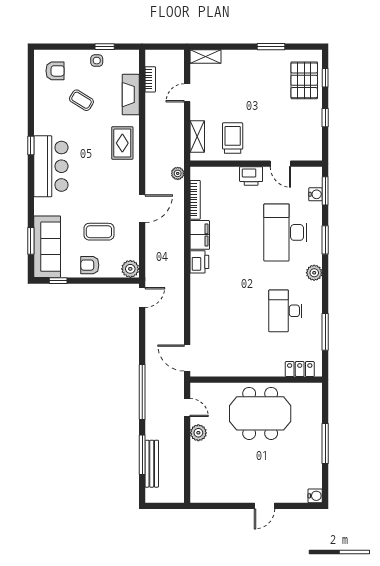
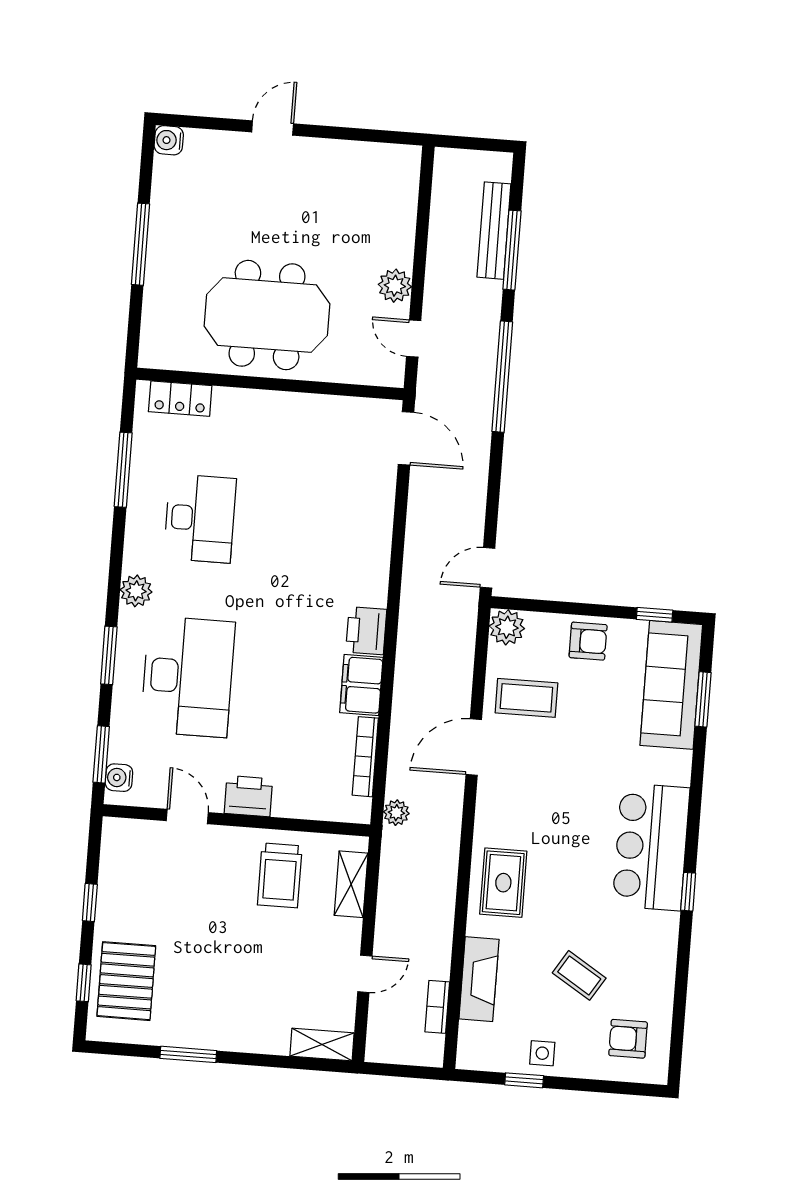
water cooler: (316, 194) -> (119, 778), moved
coffee table: (99, 232) -> (526, 698), moved

